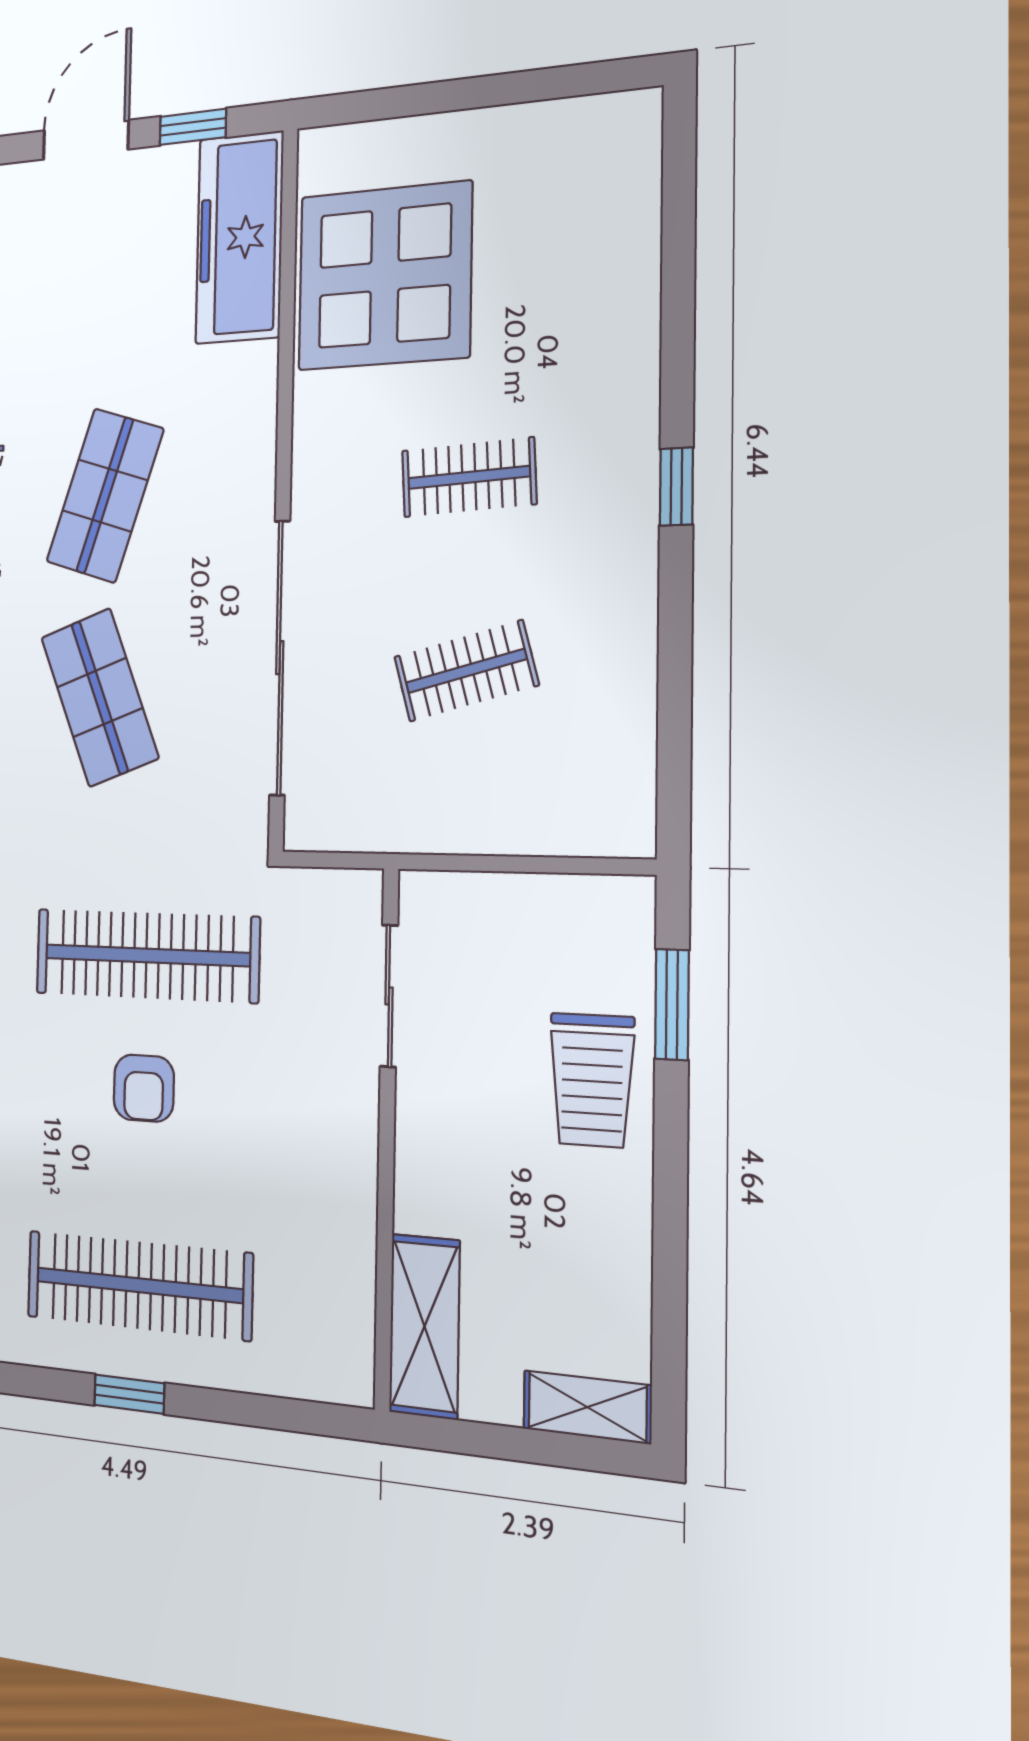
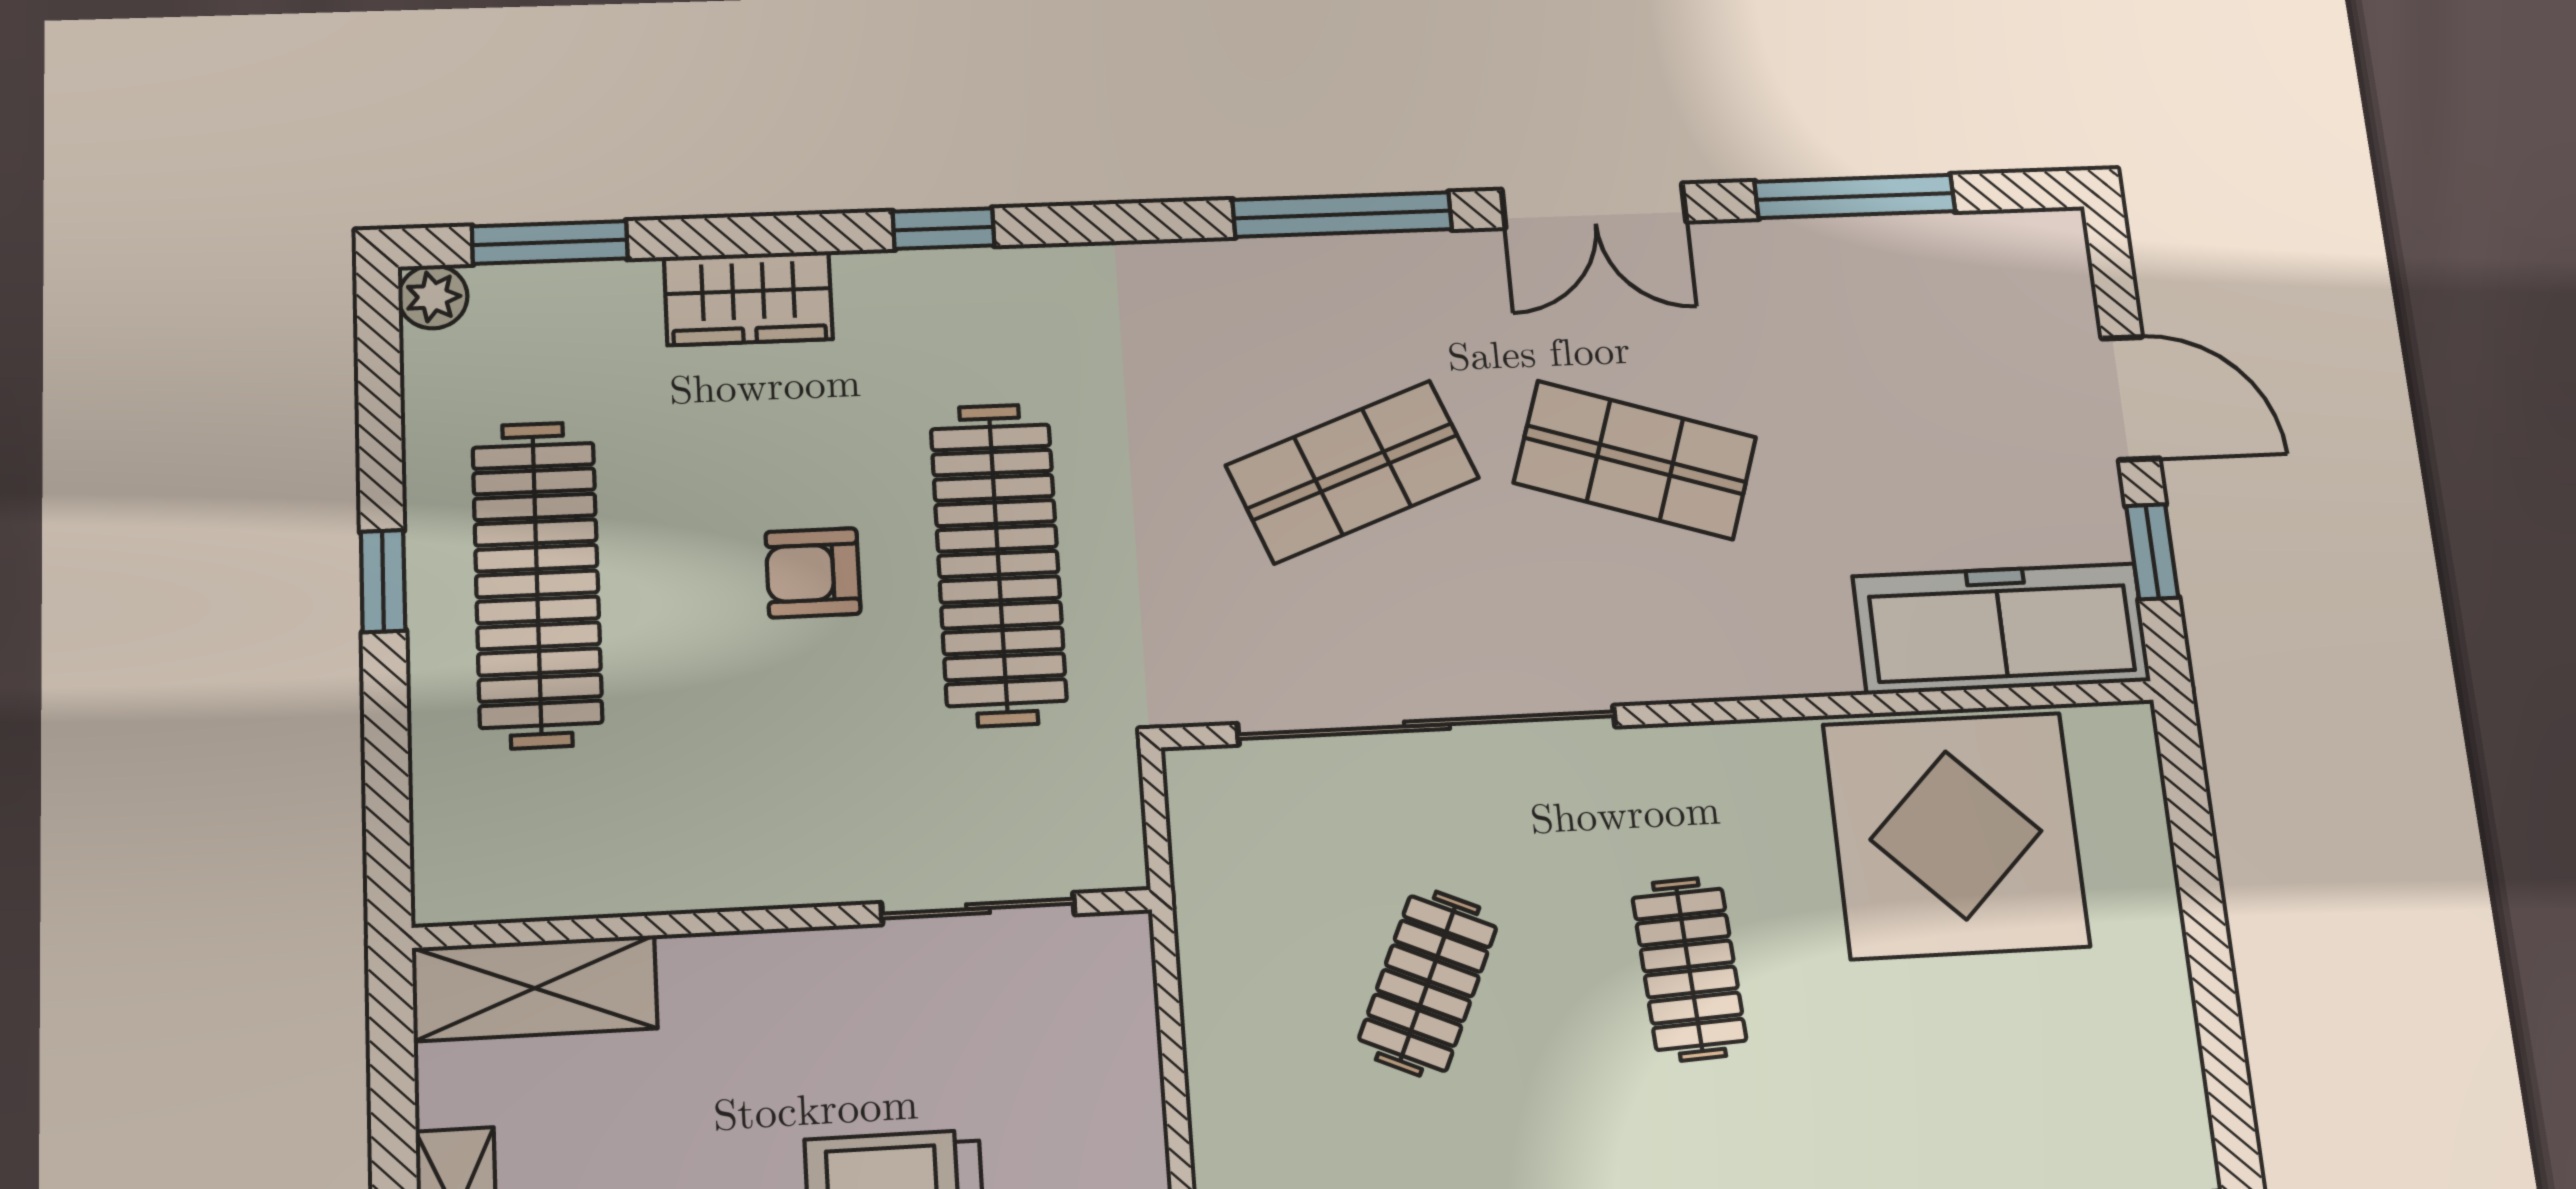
clothes rail: (466, 671) -> (1428, 983), turned 39

